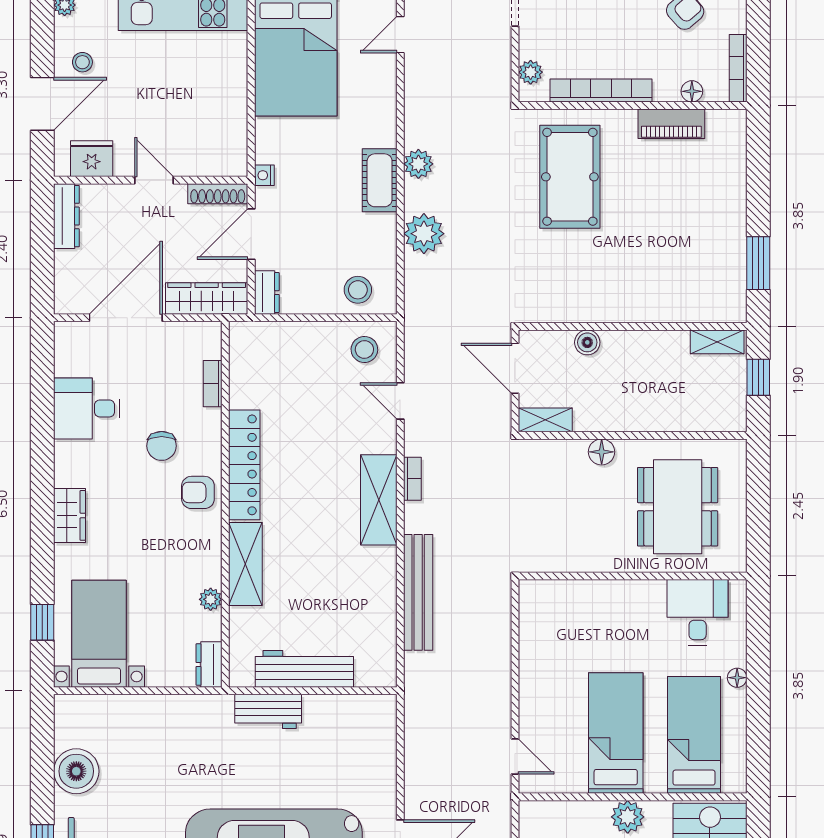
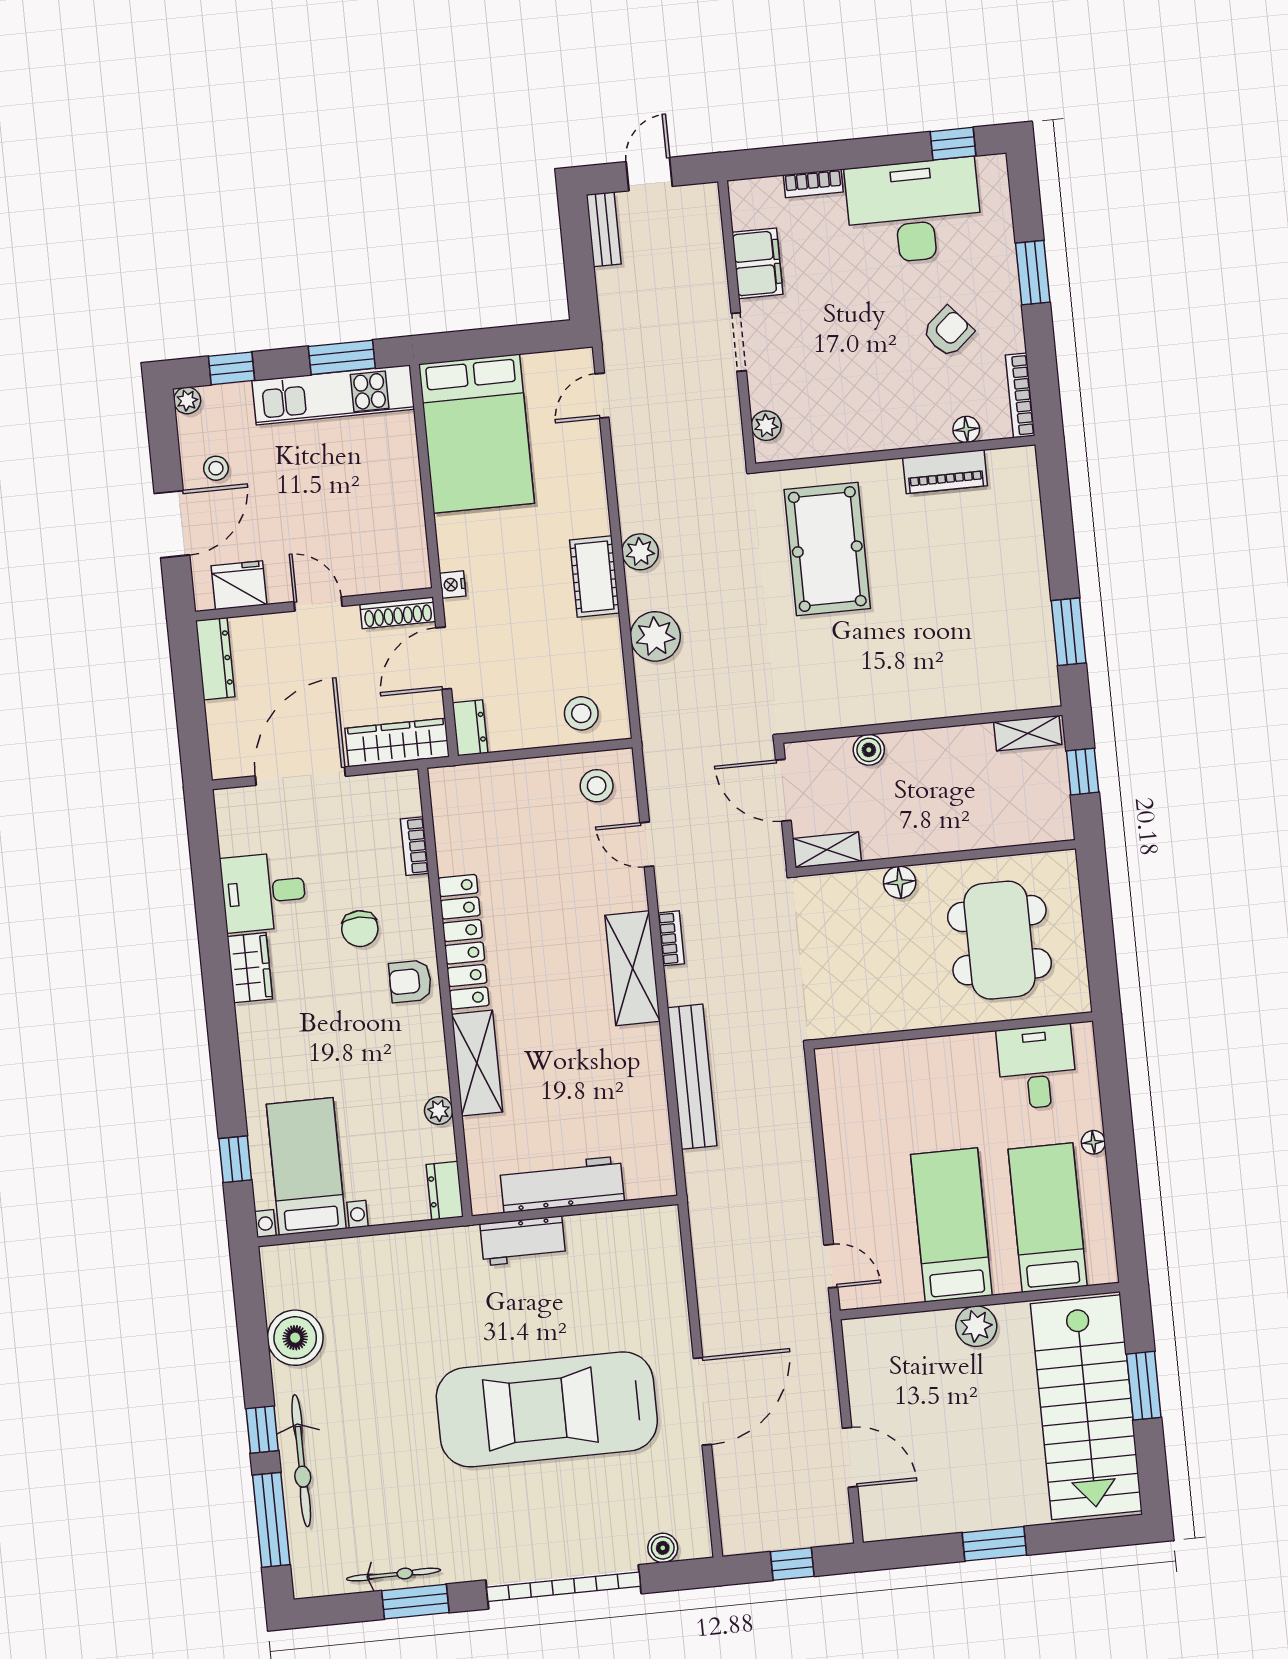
bookcase: (601, 91) -> (855, 440), removed
wardrobe: (69, 515) -> (250, 968), moved

